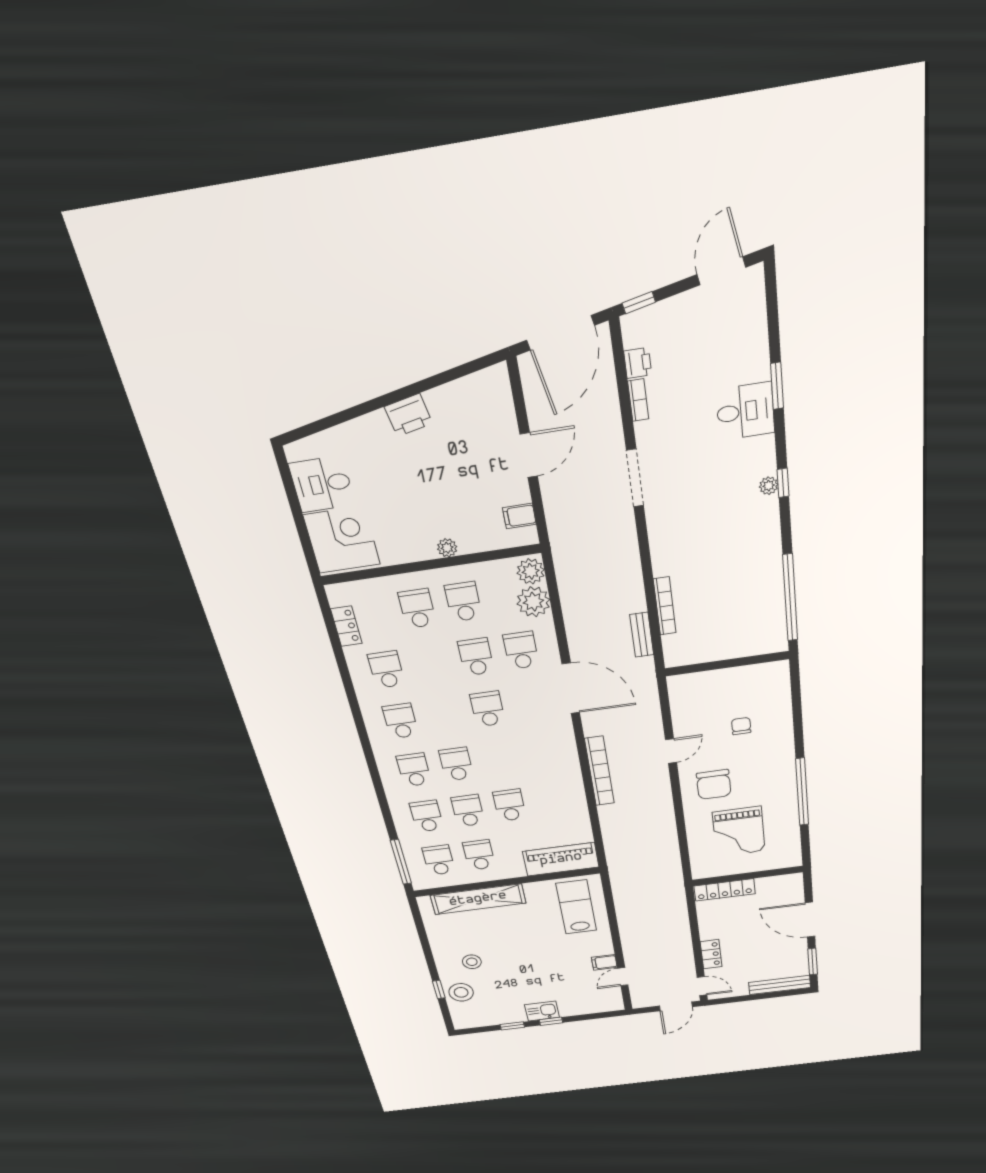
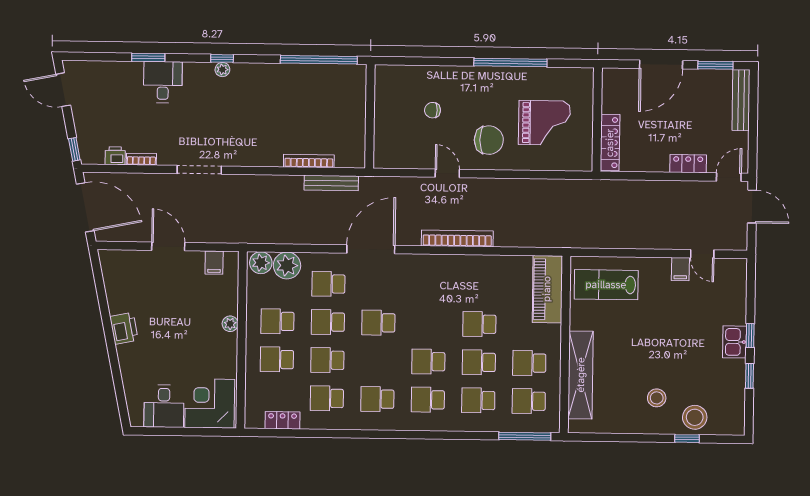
bench: (642, 635) -> (331, 183), width x1.36
school desk: (431, 663) -> (327, 360), added

